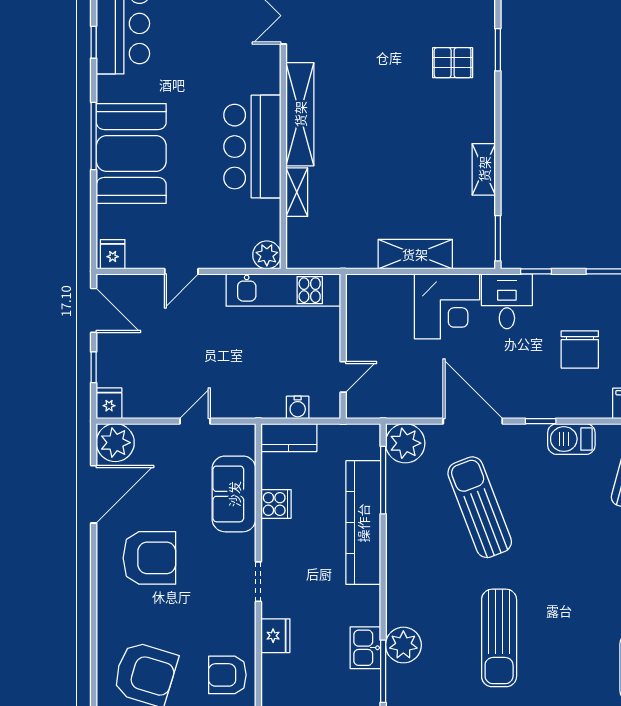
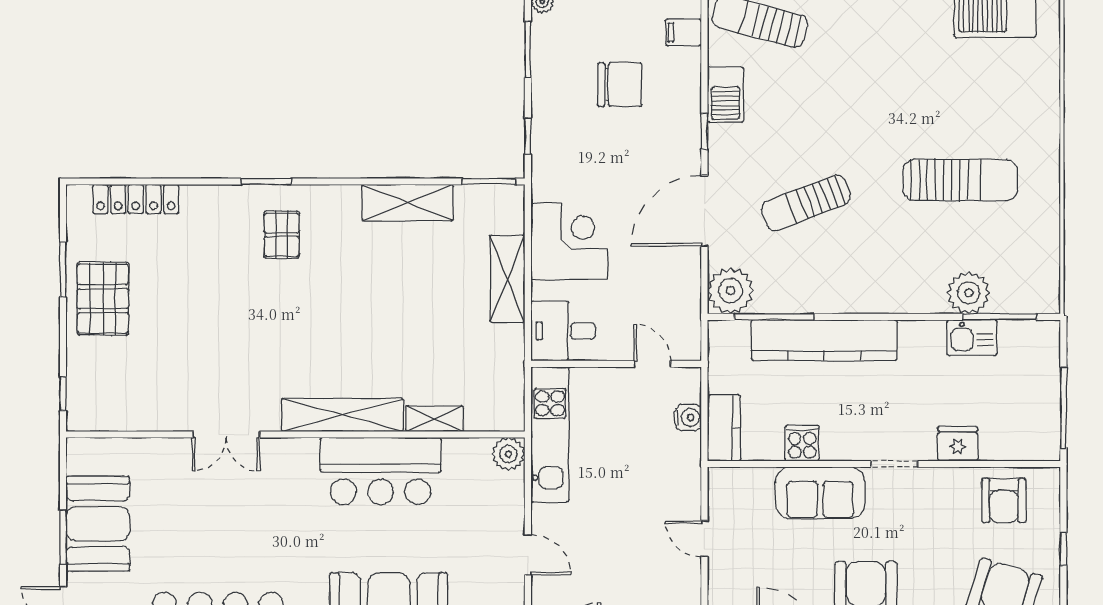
shelving: (484, 169) -> (407, 203), width x1.50, depth x1.33
desk: (507, 301) -> (563, 331), moved
sofa: (234, 494) -> (820, 493), moved
sun lounger: (480, 507) -> (806, 203), width x0.73, depth x0.75

